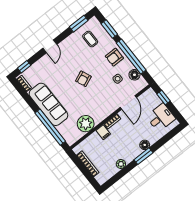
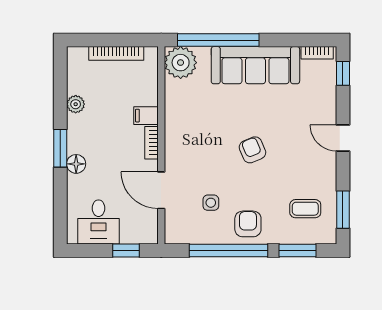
floor lamp: (134, 75) -> (196, 233), removed
plant: (86, 124) -> (181, 63), moved

